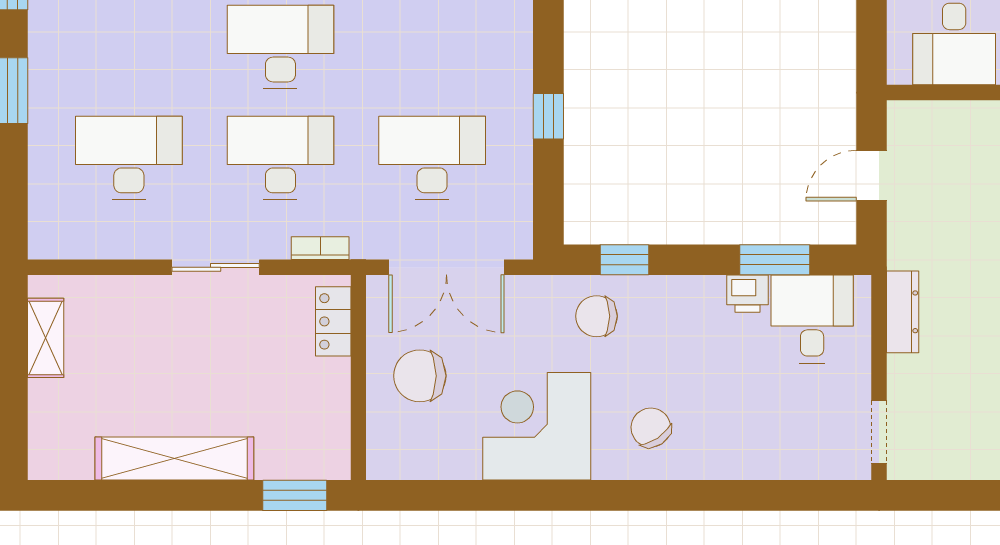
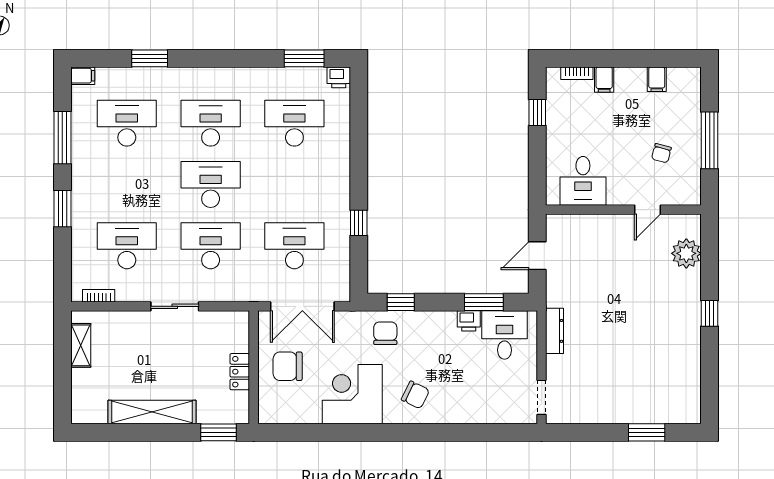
bookcase: (320, 248) -> (99, 296), moved
chair: (597, 316) -> (385, 333), turned 90
locker: (333, 321) -> (240, 372), moved
chair: (651, 428) -> (415, 395), turned 150

